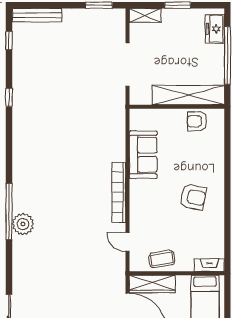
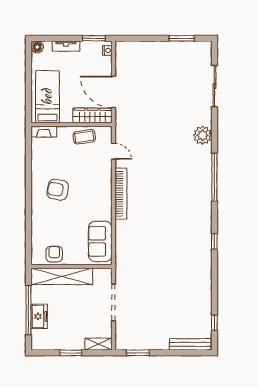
freezer: (215, 29) -> (39, 316), moved
window: (9, 97) -> (214, 241), moved
armchair: (197, 121) -> (54, 254), turned -90
sofa: (143, 155) -> (100, 241), moved
plant: (23, 224) -> (203, 135), moved

